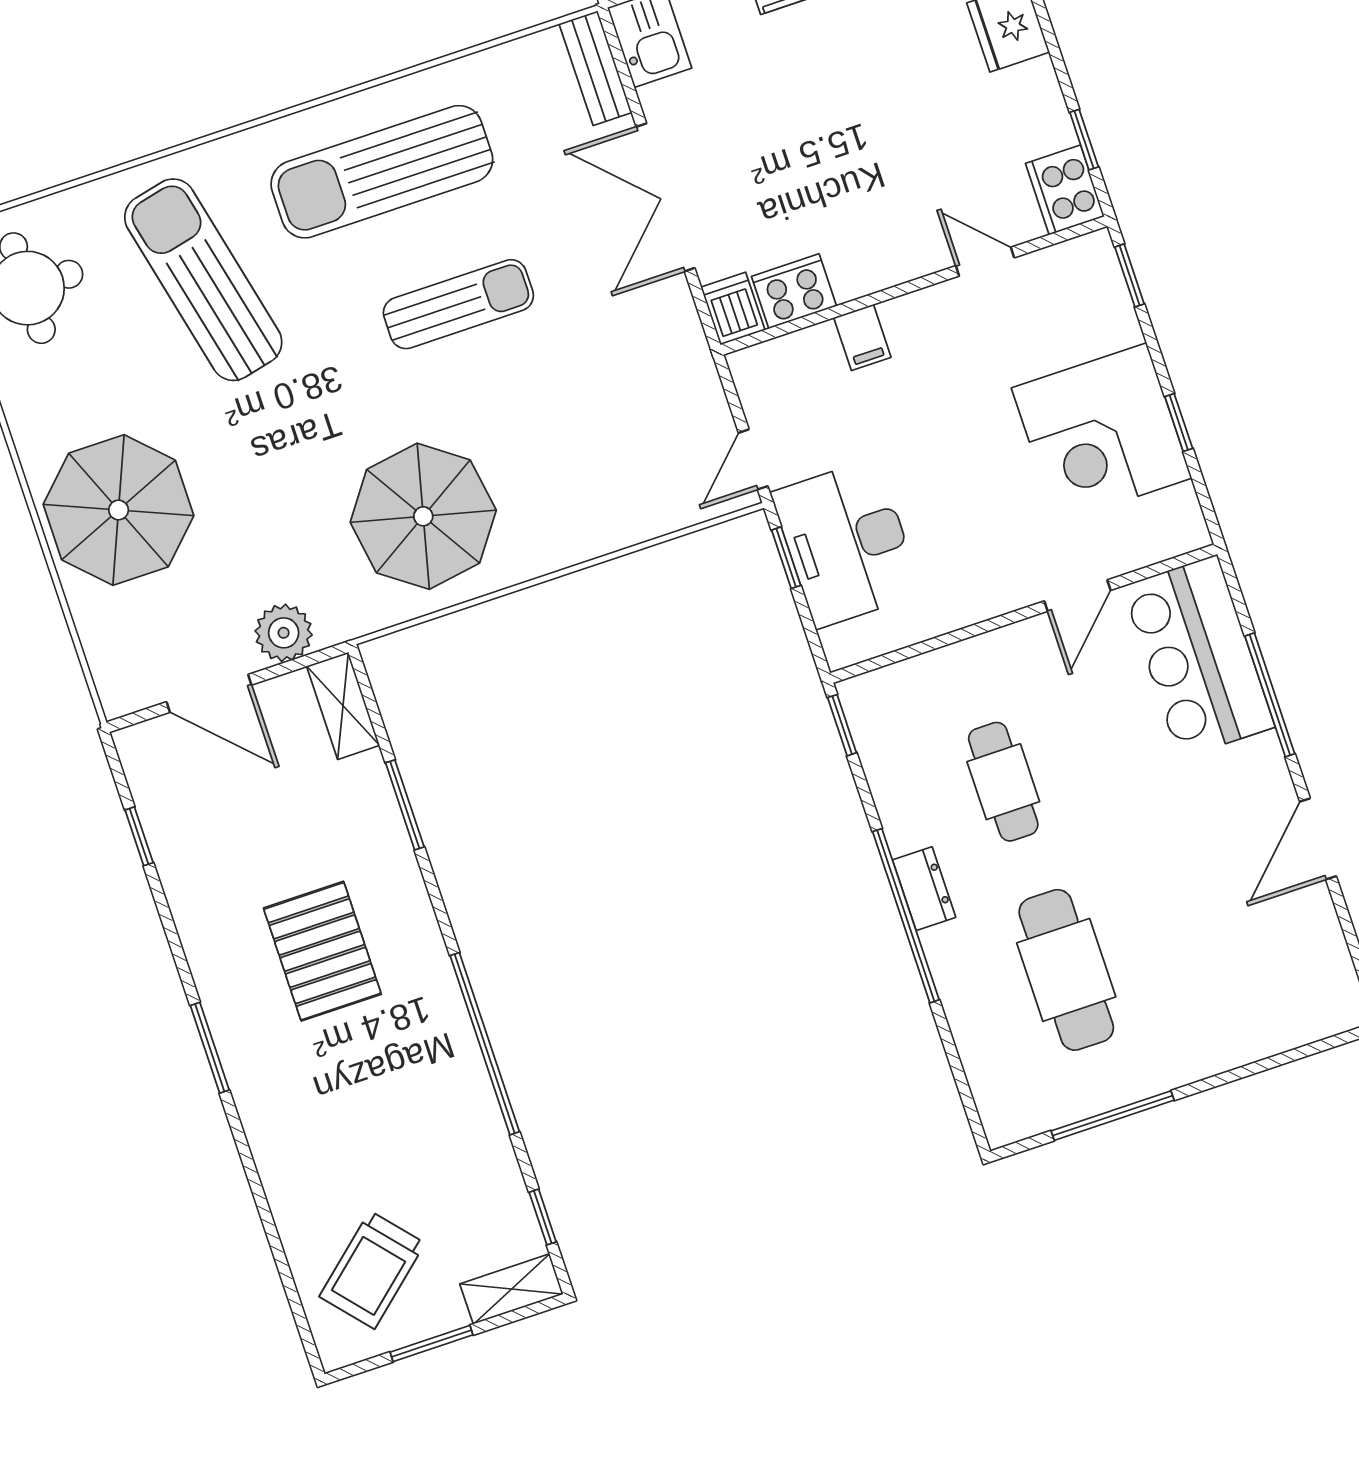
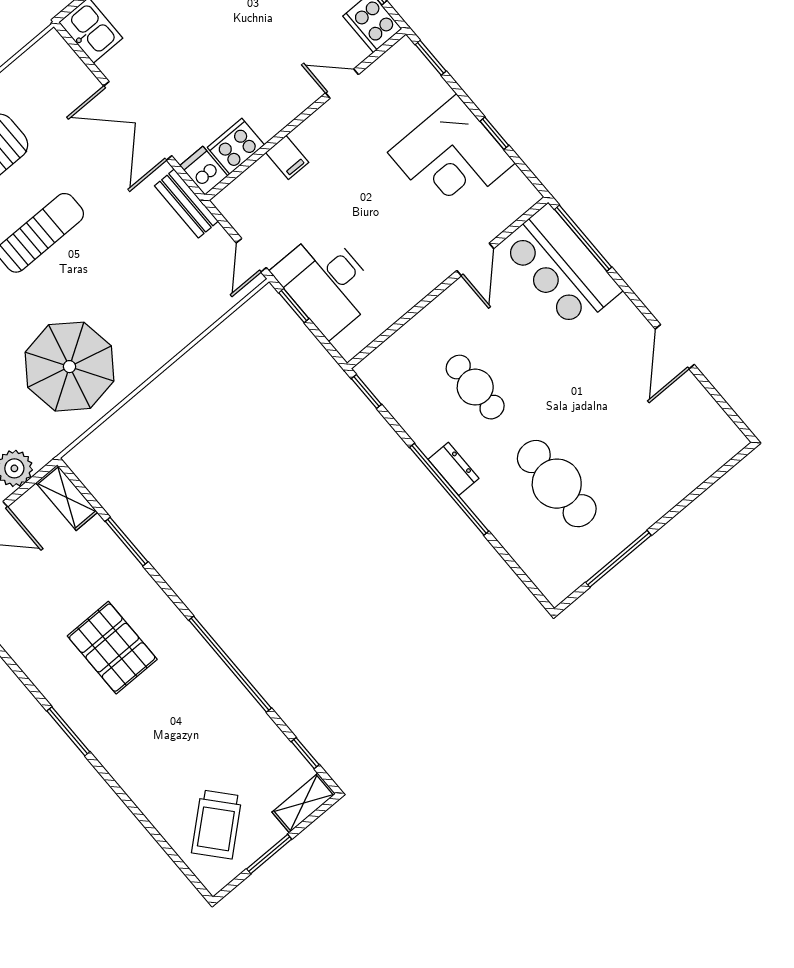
bench: (595, 68) -> (186, 204), moved
window: (1270, 695) -> (583, 238), moved

